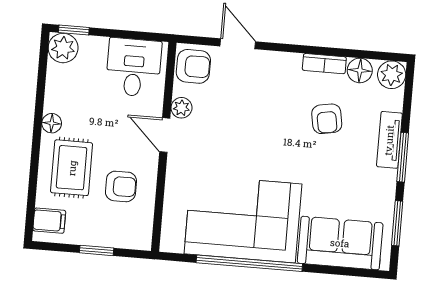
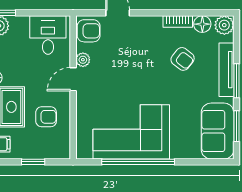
armchair: (327, 119) -> (183, 59), turned -42
door: (165, 135) -> (73, 79), hinge flipped
tv unit: (389, 140) -> (227, 70), width x1.41
sofa: (340, 243) -> (218, 131), moved, turned -90

